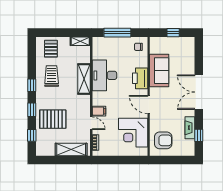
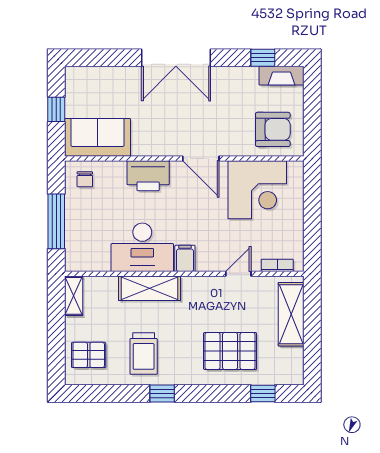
sofa: (159, 71) -> (98, 137), moved
trolley: (52, 76) -> (144, 354), turned -90
door: (149, 105) -> (201, 158), hinge flipped
window: (32, 110) -> (211, 393), removed
filing cabinet: (99, 111) -> (185, 258), moved
pallet: (53, 119) -> (230, 351), turned 90
fireplace: (190, 128) -> (281, 76), moved
armchair: (163, 140) -> (273, 129), turned 90

